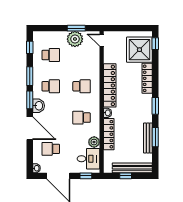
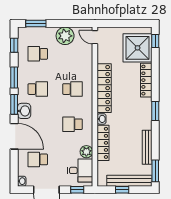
window: (76, 28) -> (36, 24), moved
school desk: (51, 55) -> (38, 54), turned 180
window: (155, 137) -> (155, 171), moved

